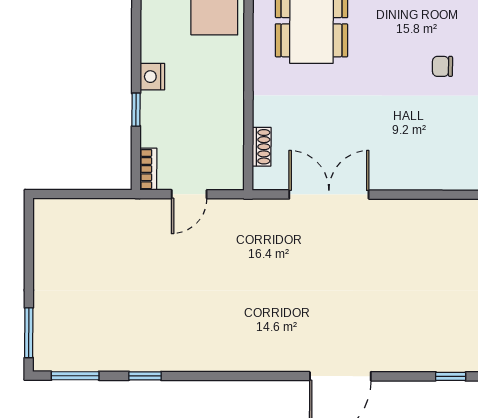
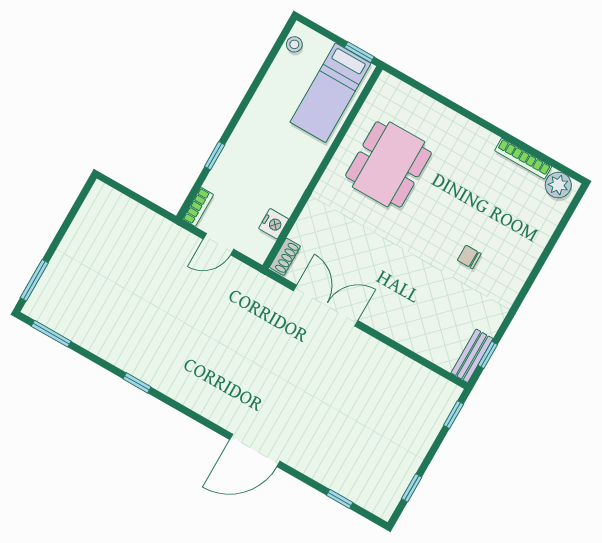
nightstand: (152, 77) -> (274, 224), moved, turned 180
shoe rack: (262, 147) -> (285, 257), moved
window: (145, 376) -> (137, 383), moved

